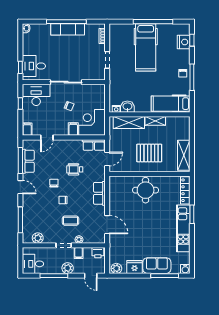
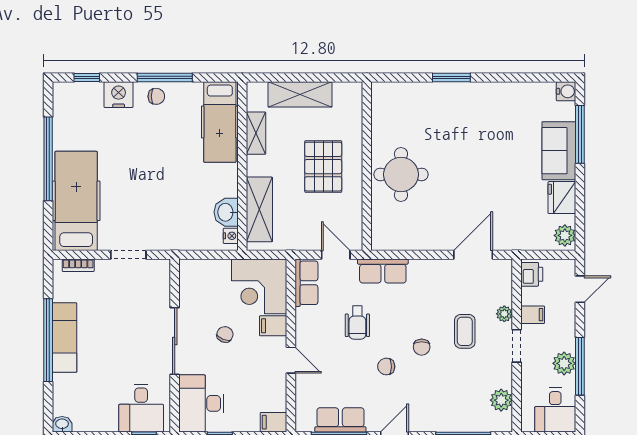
nightstand: (184, 42) -> (119, 95), moved
hospital bed: (146, 47) -> (76, 201), moved, turned -90
shelving: (155, 121) -> (256, 133), moved
door: (47, 138) -> (291, 360), moved
shelving: (184, 155) -> (300, 94), moved
locker: (185, 190) -> (401, 91), removed
row of seats: (99, 193) -> (383, 271), moved
kitchen unit: (183, 228) -> (481, 96), removed
plant: (68, 268) -> (564, 363), moved

